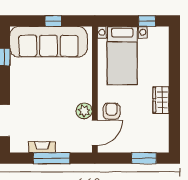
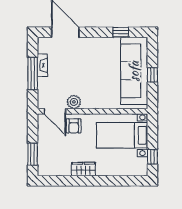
armchair: (112, 111) -> (74, 126), turned 90

